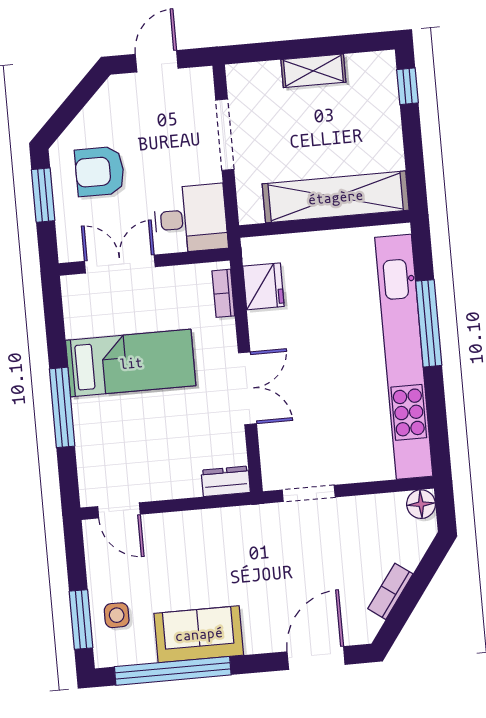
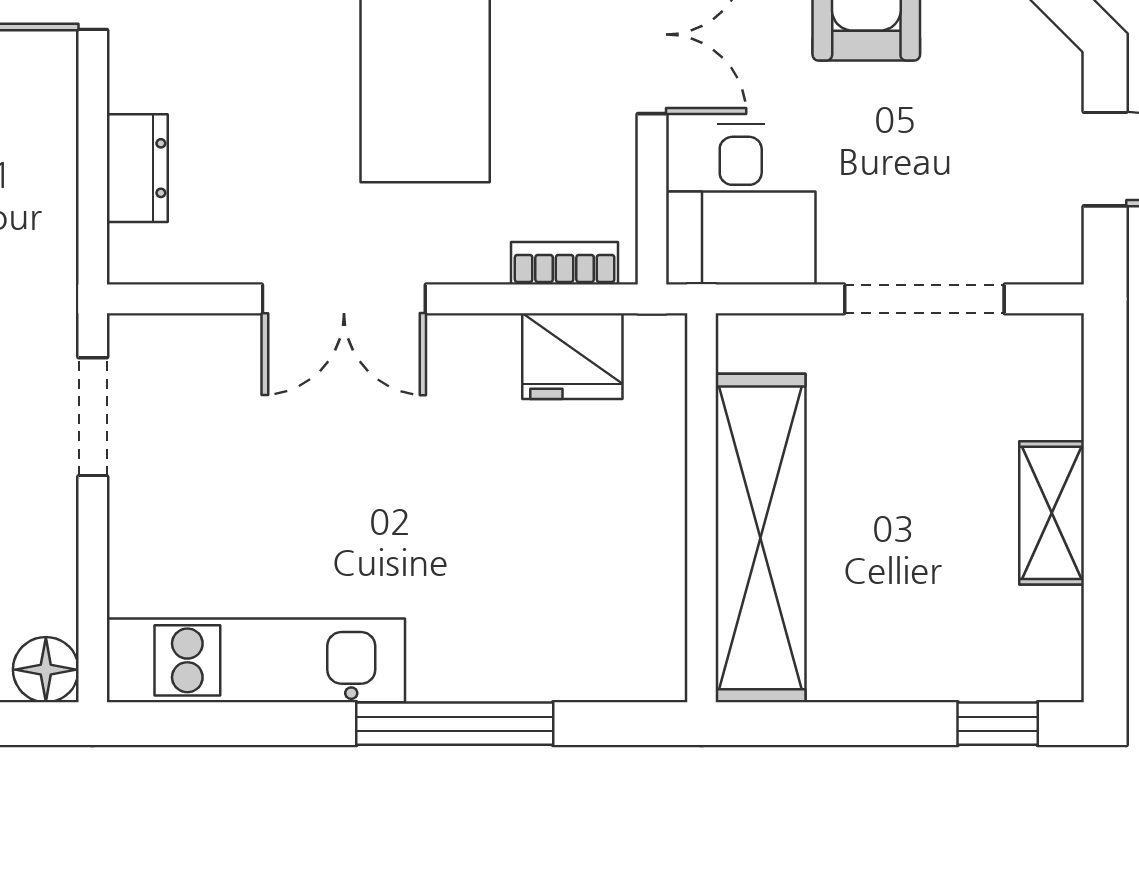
kitchen unit: (404, 357) -> (256, 660), width x0.54
dresser: (226, 481) -> (137, 168), moved

